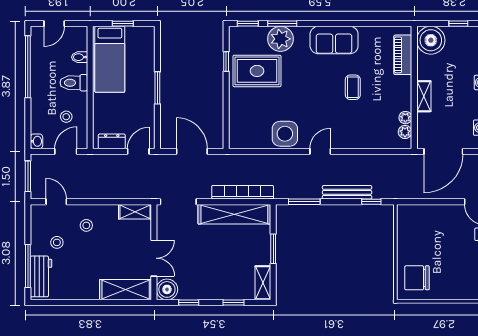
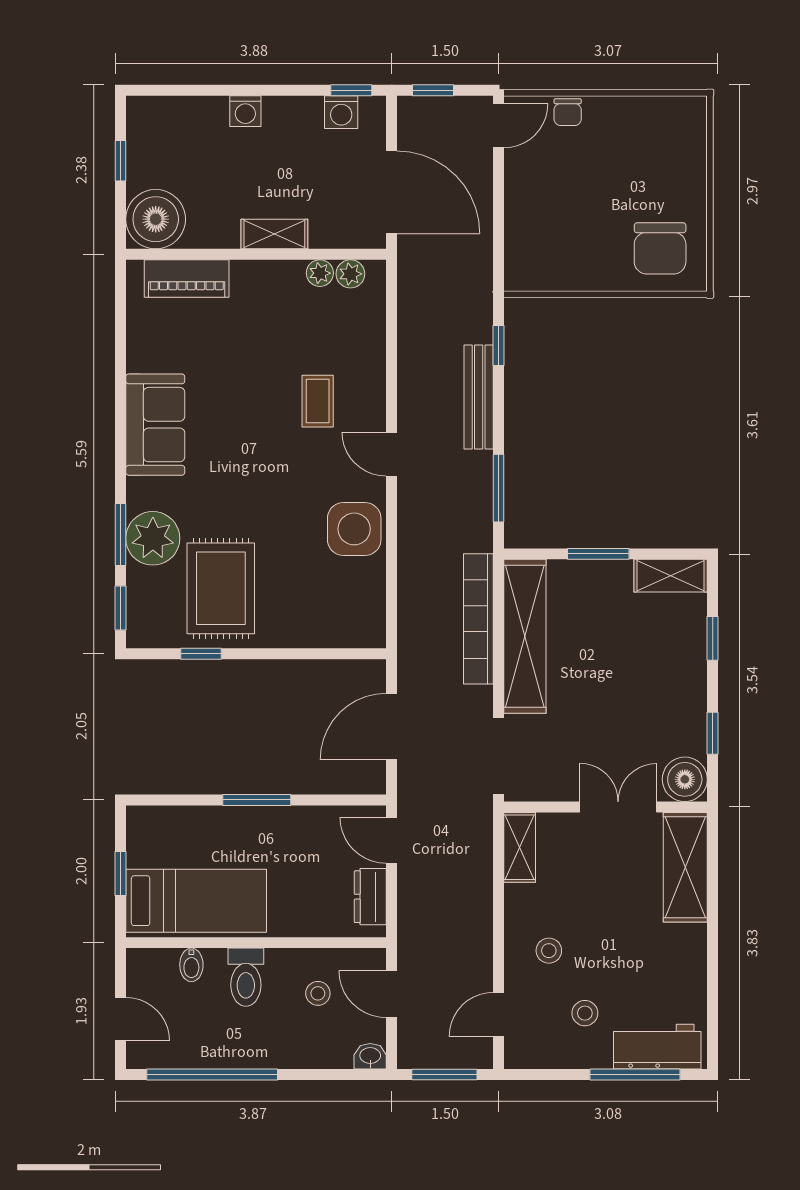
coffee table: (353, 87) -> (318, 401), moved, turned 90

